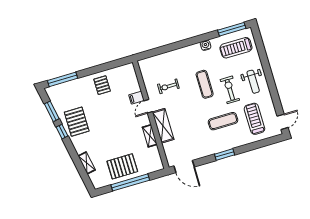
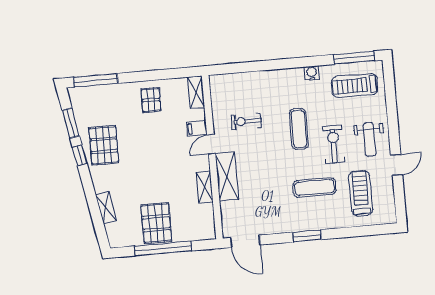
shelving: (131, 74) -> (196, 92), added
door: (283, 122) -> (397, 165), moved
pallet: (122, 166) -> (156, 223), turned 90

